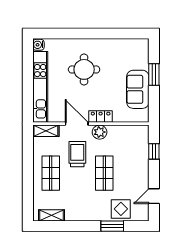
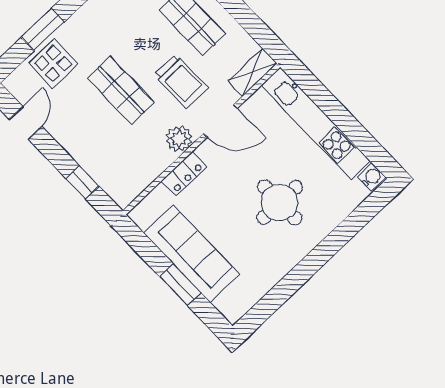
sofa: (138, 89) -> (192, 254), width x1.36
locker: (101, 117) -> (184, 174), moved

